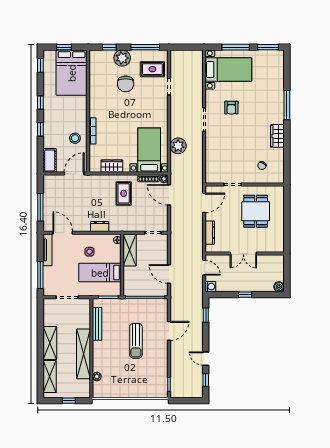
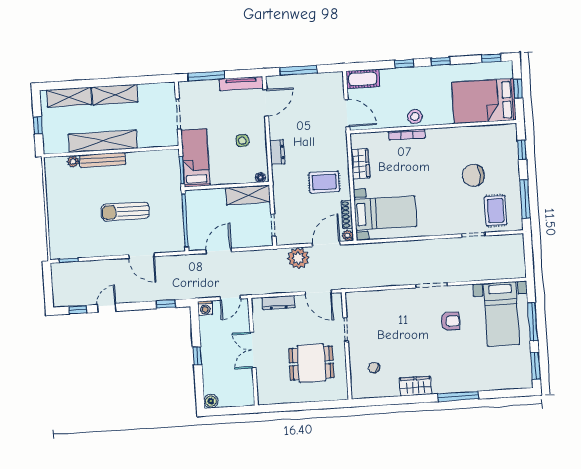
plant: (122, 58) -> (508, 169), removed
armchair: (231, 108) -> (450, 321), turned 180
stool: (75, 138) -> (415, 117), moved
plant: (178, 146) -> (298, 258), moved
bed: (100, 273) -> (195, 158), moved
bench: (97, 324) -> (103, 160), moved

